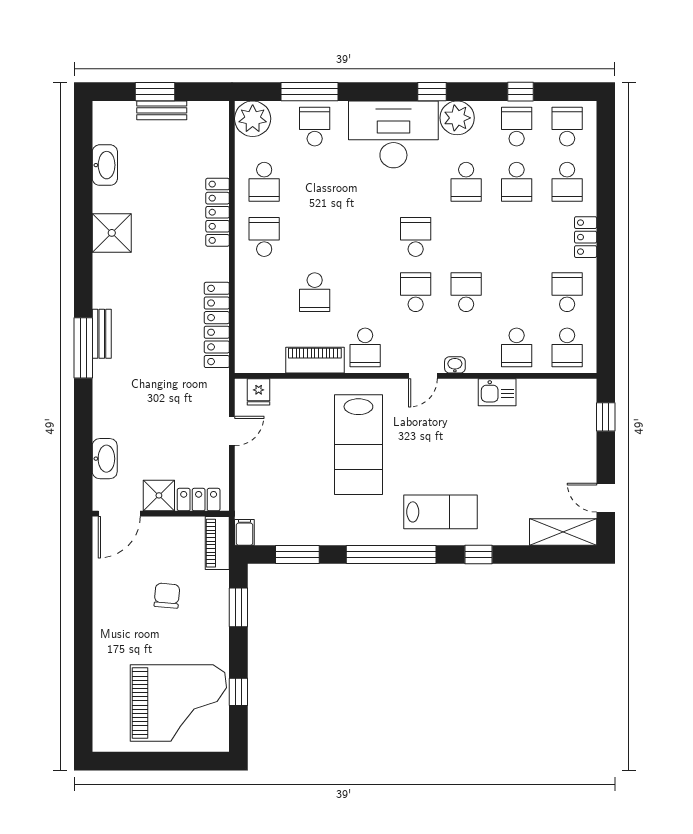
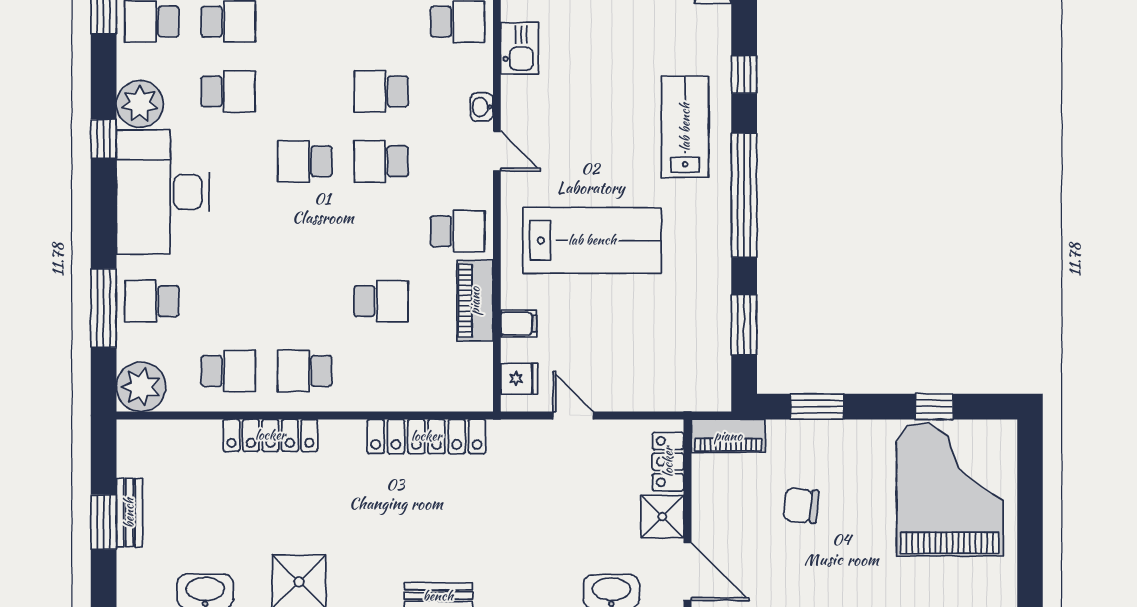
filing cabinet: (244, 532) -> (519, 324), moved, turned 180

